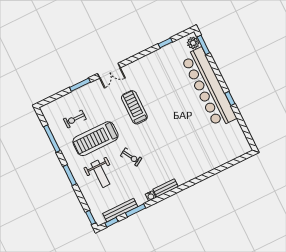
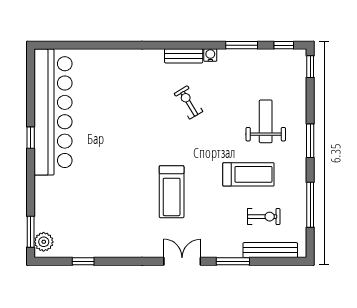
bar counter: (209, 88) -> (53, 112), moved
treadmill: (95, 139) -> (248, 174), width x0.73, depth x0.73
exercise bike: (131, 157) -> (189, 102), moved
bench: (120, 210) -> (270, 250), moved

